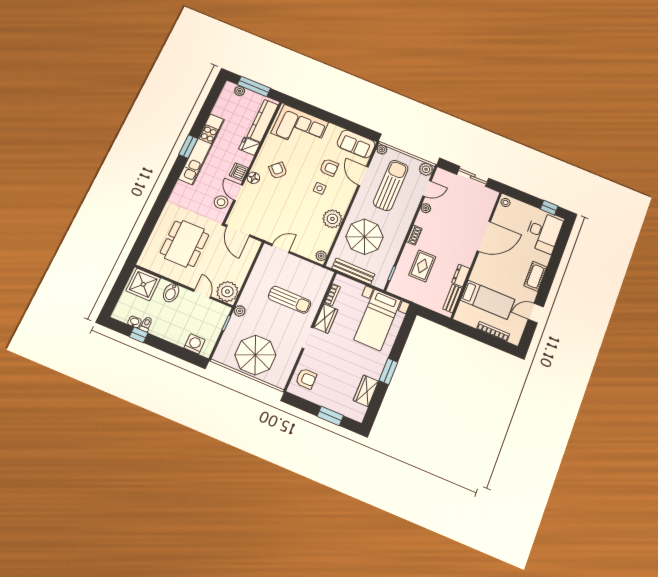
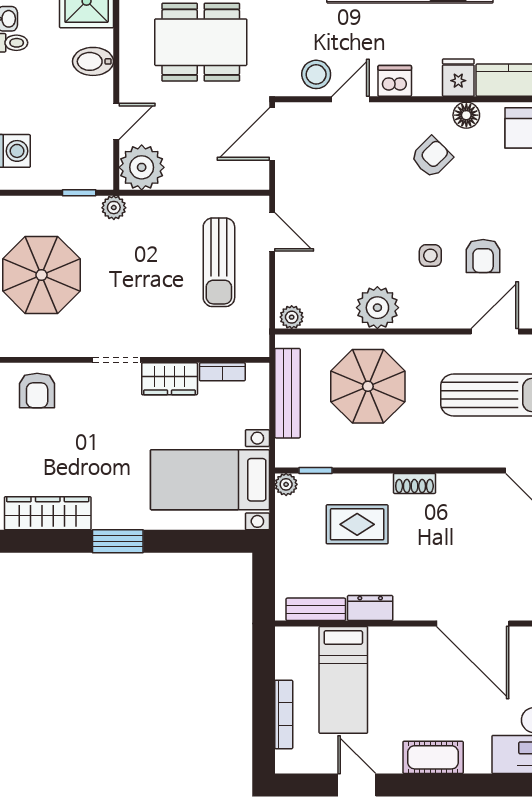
floor lamp: (253, 178) -> (466, 115), moved
plant: (426, 208) -> (286, 484), moved
sun lounger: (290, 300) -> (219, 262), moved
wardrobe: (366, 391) -> (48, 513), width x1.50

